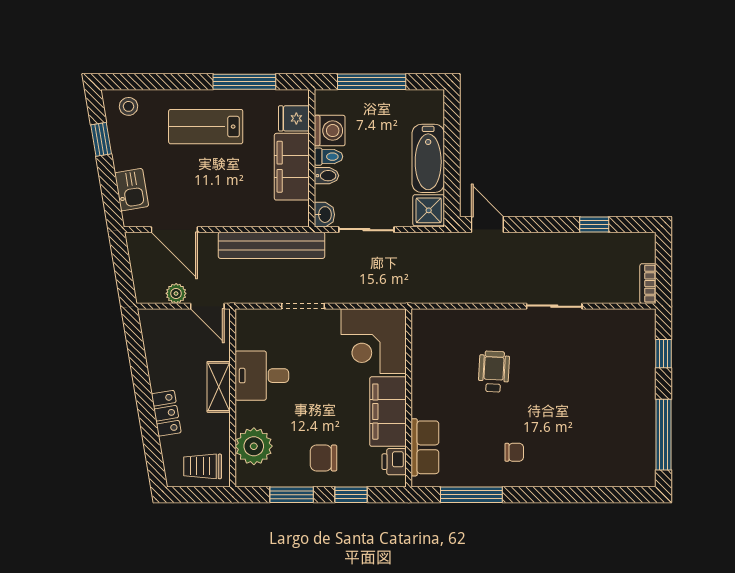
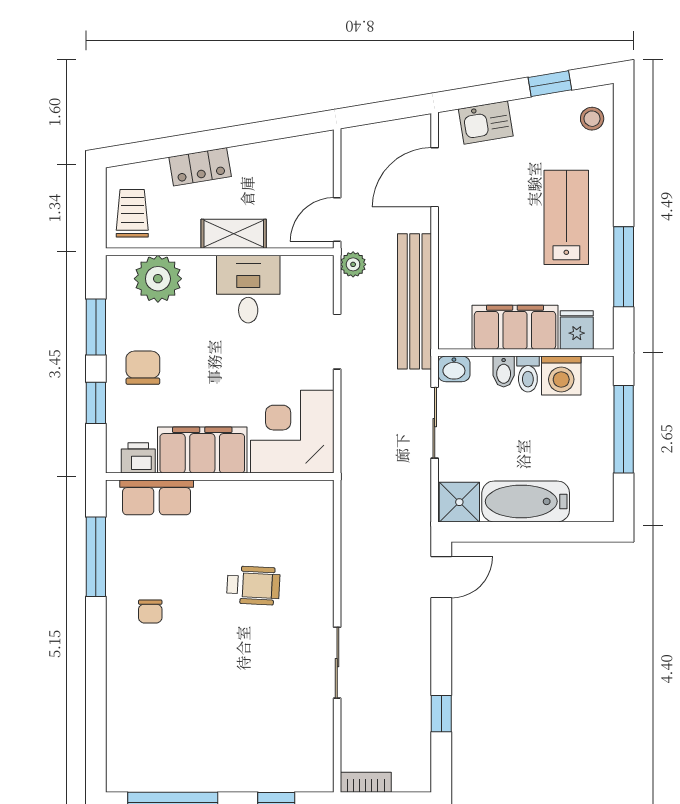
plant: (176, 293) -> (353, 264), moved

